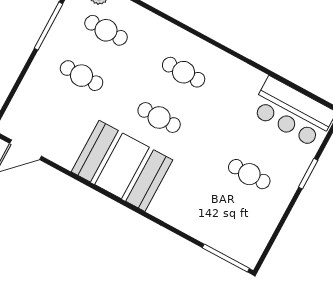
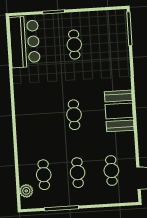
cafe table: (184, 72) -> (111, 171), moved
booth: (122, 166) -> (119, 111), width x0.73, depth x0.70

